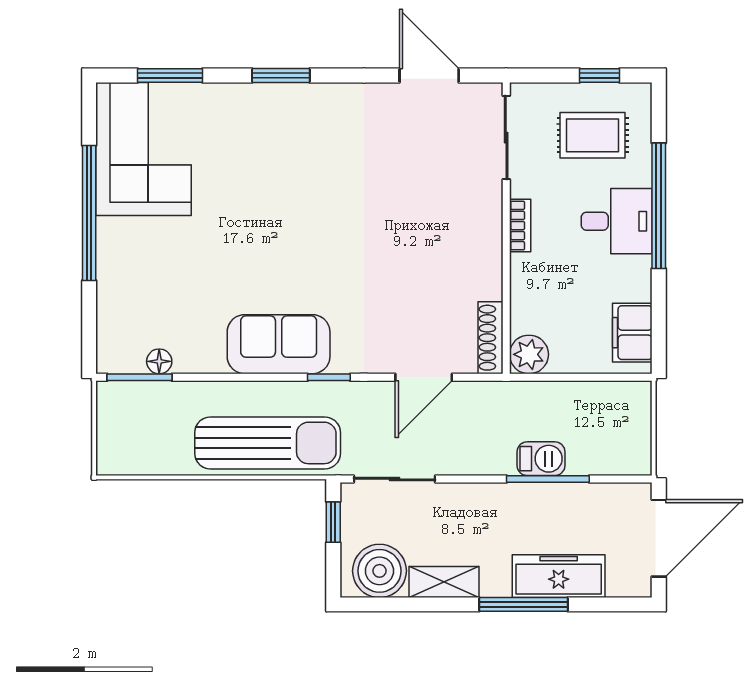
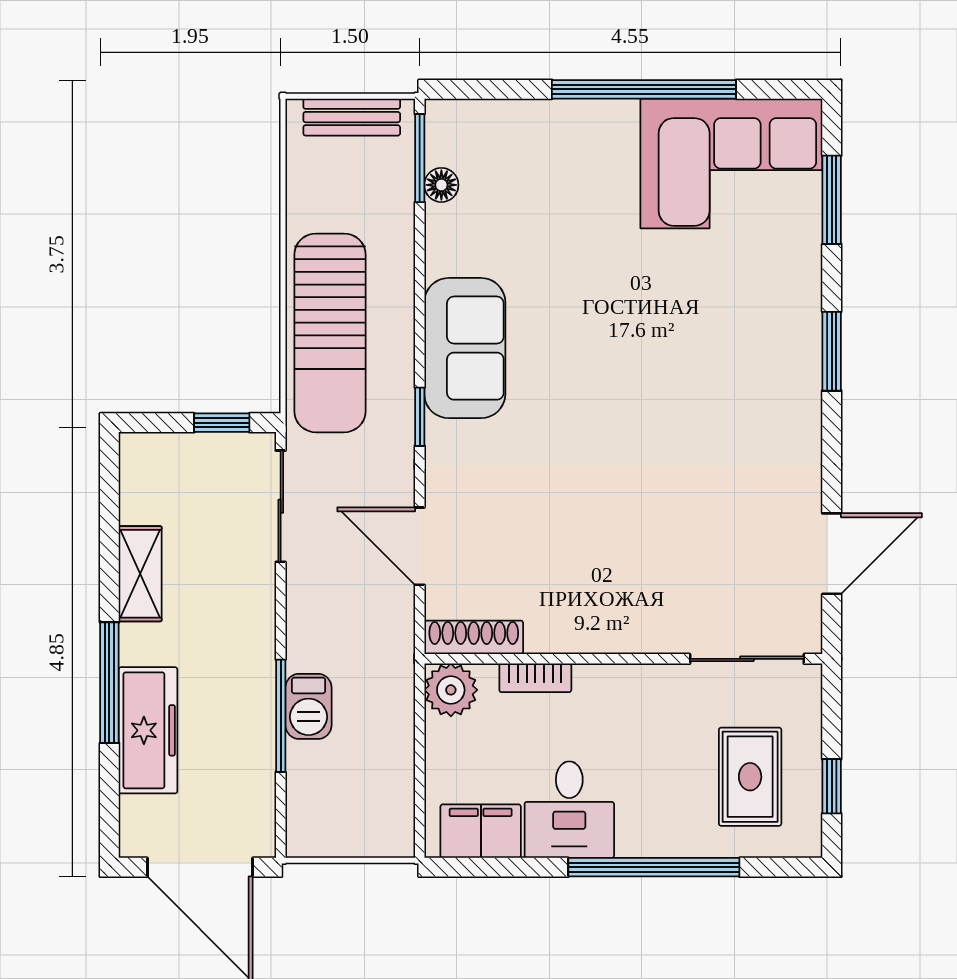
desk: (617, 221) -> (569, 810), moved
bookcase: (520, 226) -> (535, 678), moved
bench: (109, 427) -> (352, 117), added
boiler: (379, 571) -> (155, 486), removed

